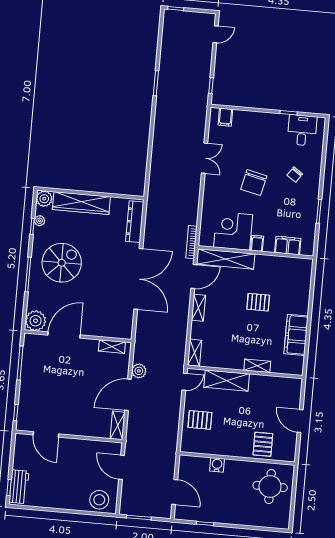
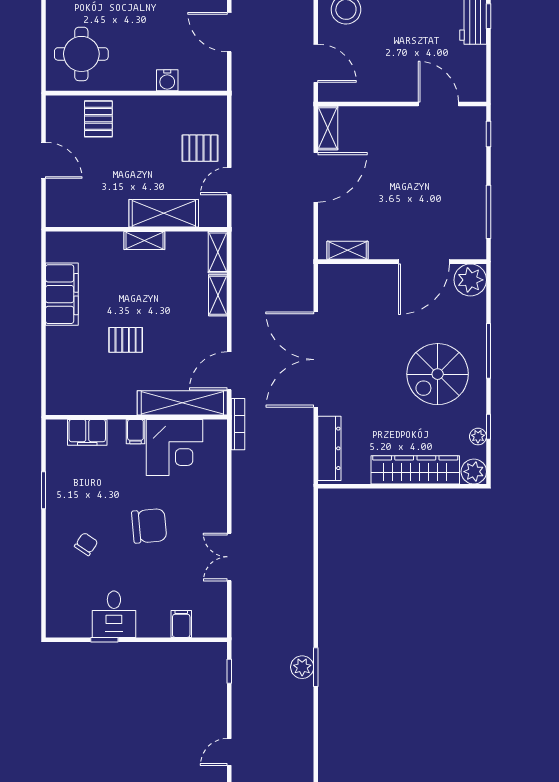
filing cabinet: (225, 117) -> (181, 624), moved
desk: (302, 130) -> (114, 614), moved
chair: (254, 183) -> (149, 526), turned 72
shelving: (198, 308) -> (218, 295), moved
shelving: (257, 366) -> (144, 241), moved
plant: (139, 371) -> (302, 667), moved
door: (185, 382) -> (229, 181), moved

